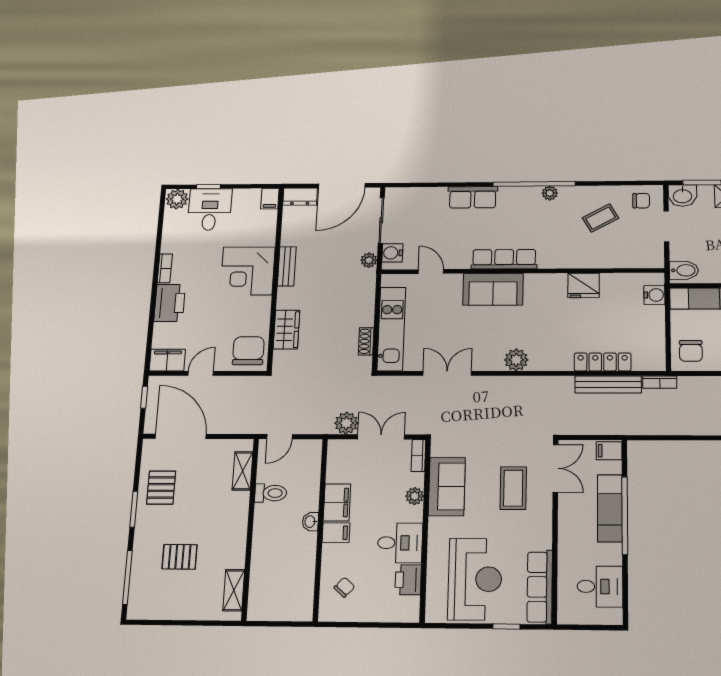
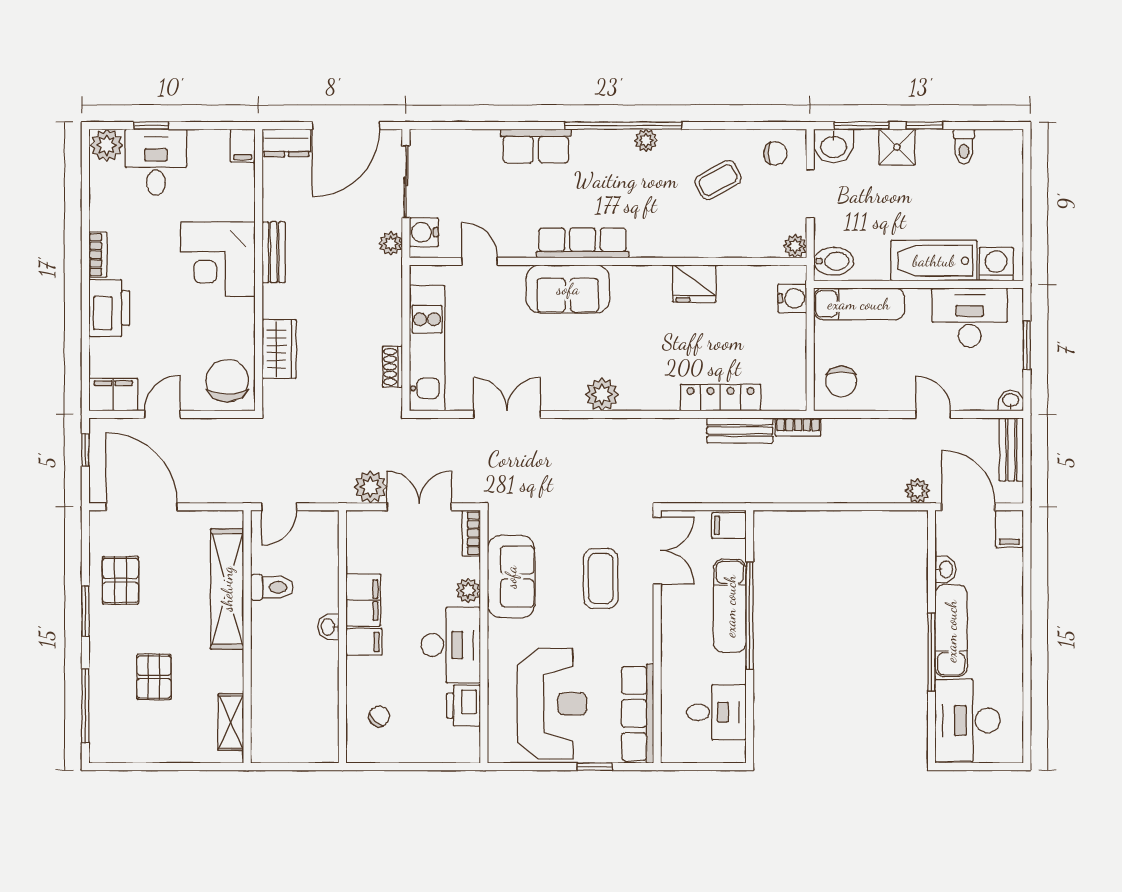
plant: (656, 261) -> (795, 246), added
bench: (608, 384) -> (740, 430), width x0.73
shelving: (243, 471) -> (227, 589), width x2.20, depth x1.33
desk: (400, 543) -> (451, 645), width x1.37
pallet: (180, 557) -> (154, 677), turned 90

